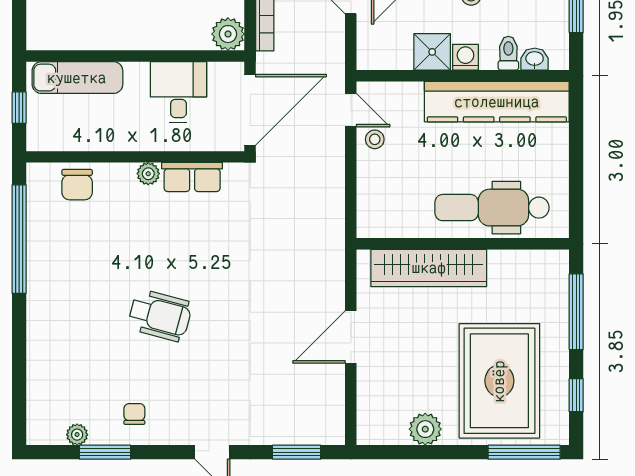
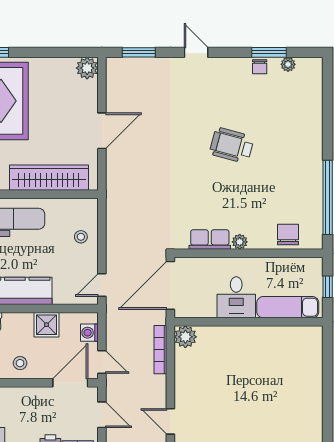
washing machine: (465, 57) -> (89, 333), moved, turned 90
desk: (178, 92) -> (236, 297), moved
door: (351, 110) -> (102, 285), hinge flipped
stool: (375, 139) -> (81, 237), moved
chair: (134, 414) -> (260, 67), moved
plant: (425, 429) -> (87, 68), moved

